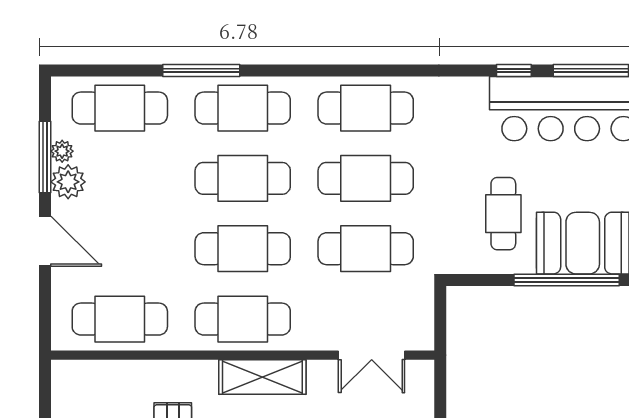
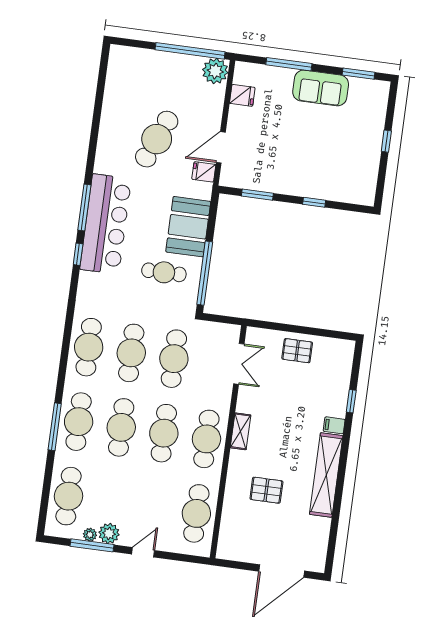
window: (201, 70) -> (55, 427), moved
door: (45, 241) -> (143, 552), width x0.73
window: (567, 280) -> (205, 273), moved
shelving: (262, 377) -> (240, 431), width x0.67, depth x0.75

